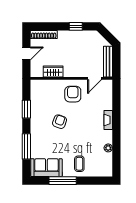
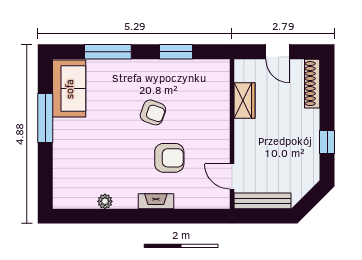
armchair: (73, 94) -> (169, 158), moved
coffee table: (79, 164) -> (76, 149), removed

